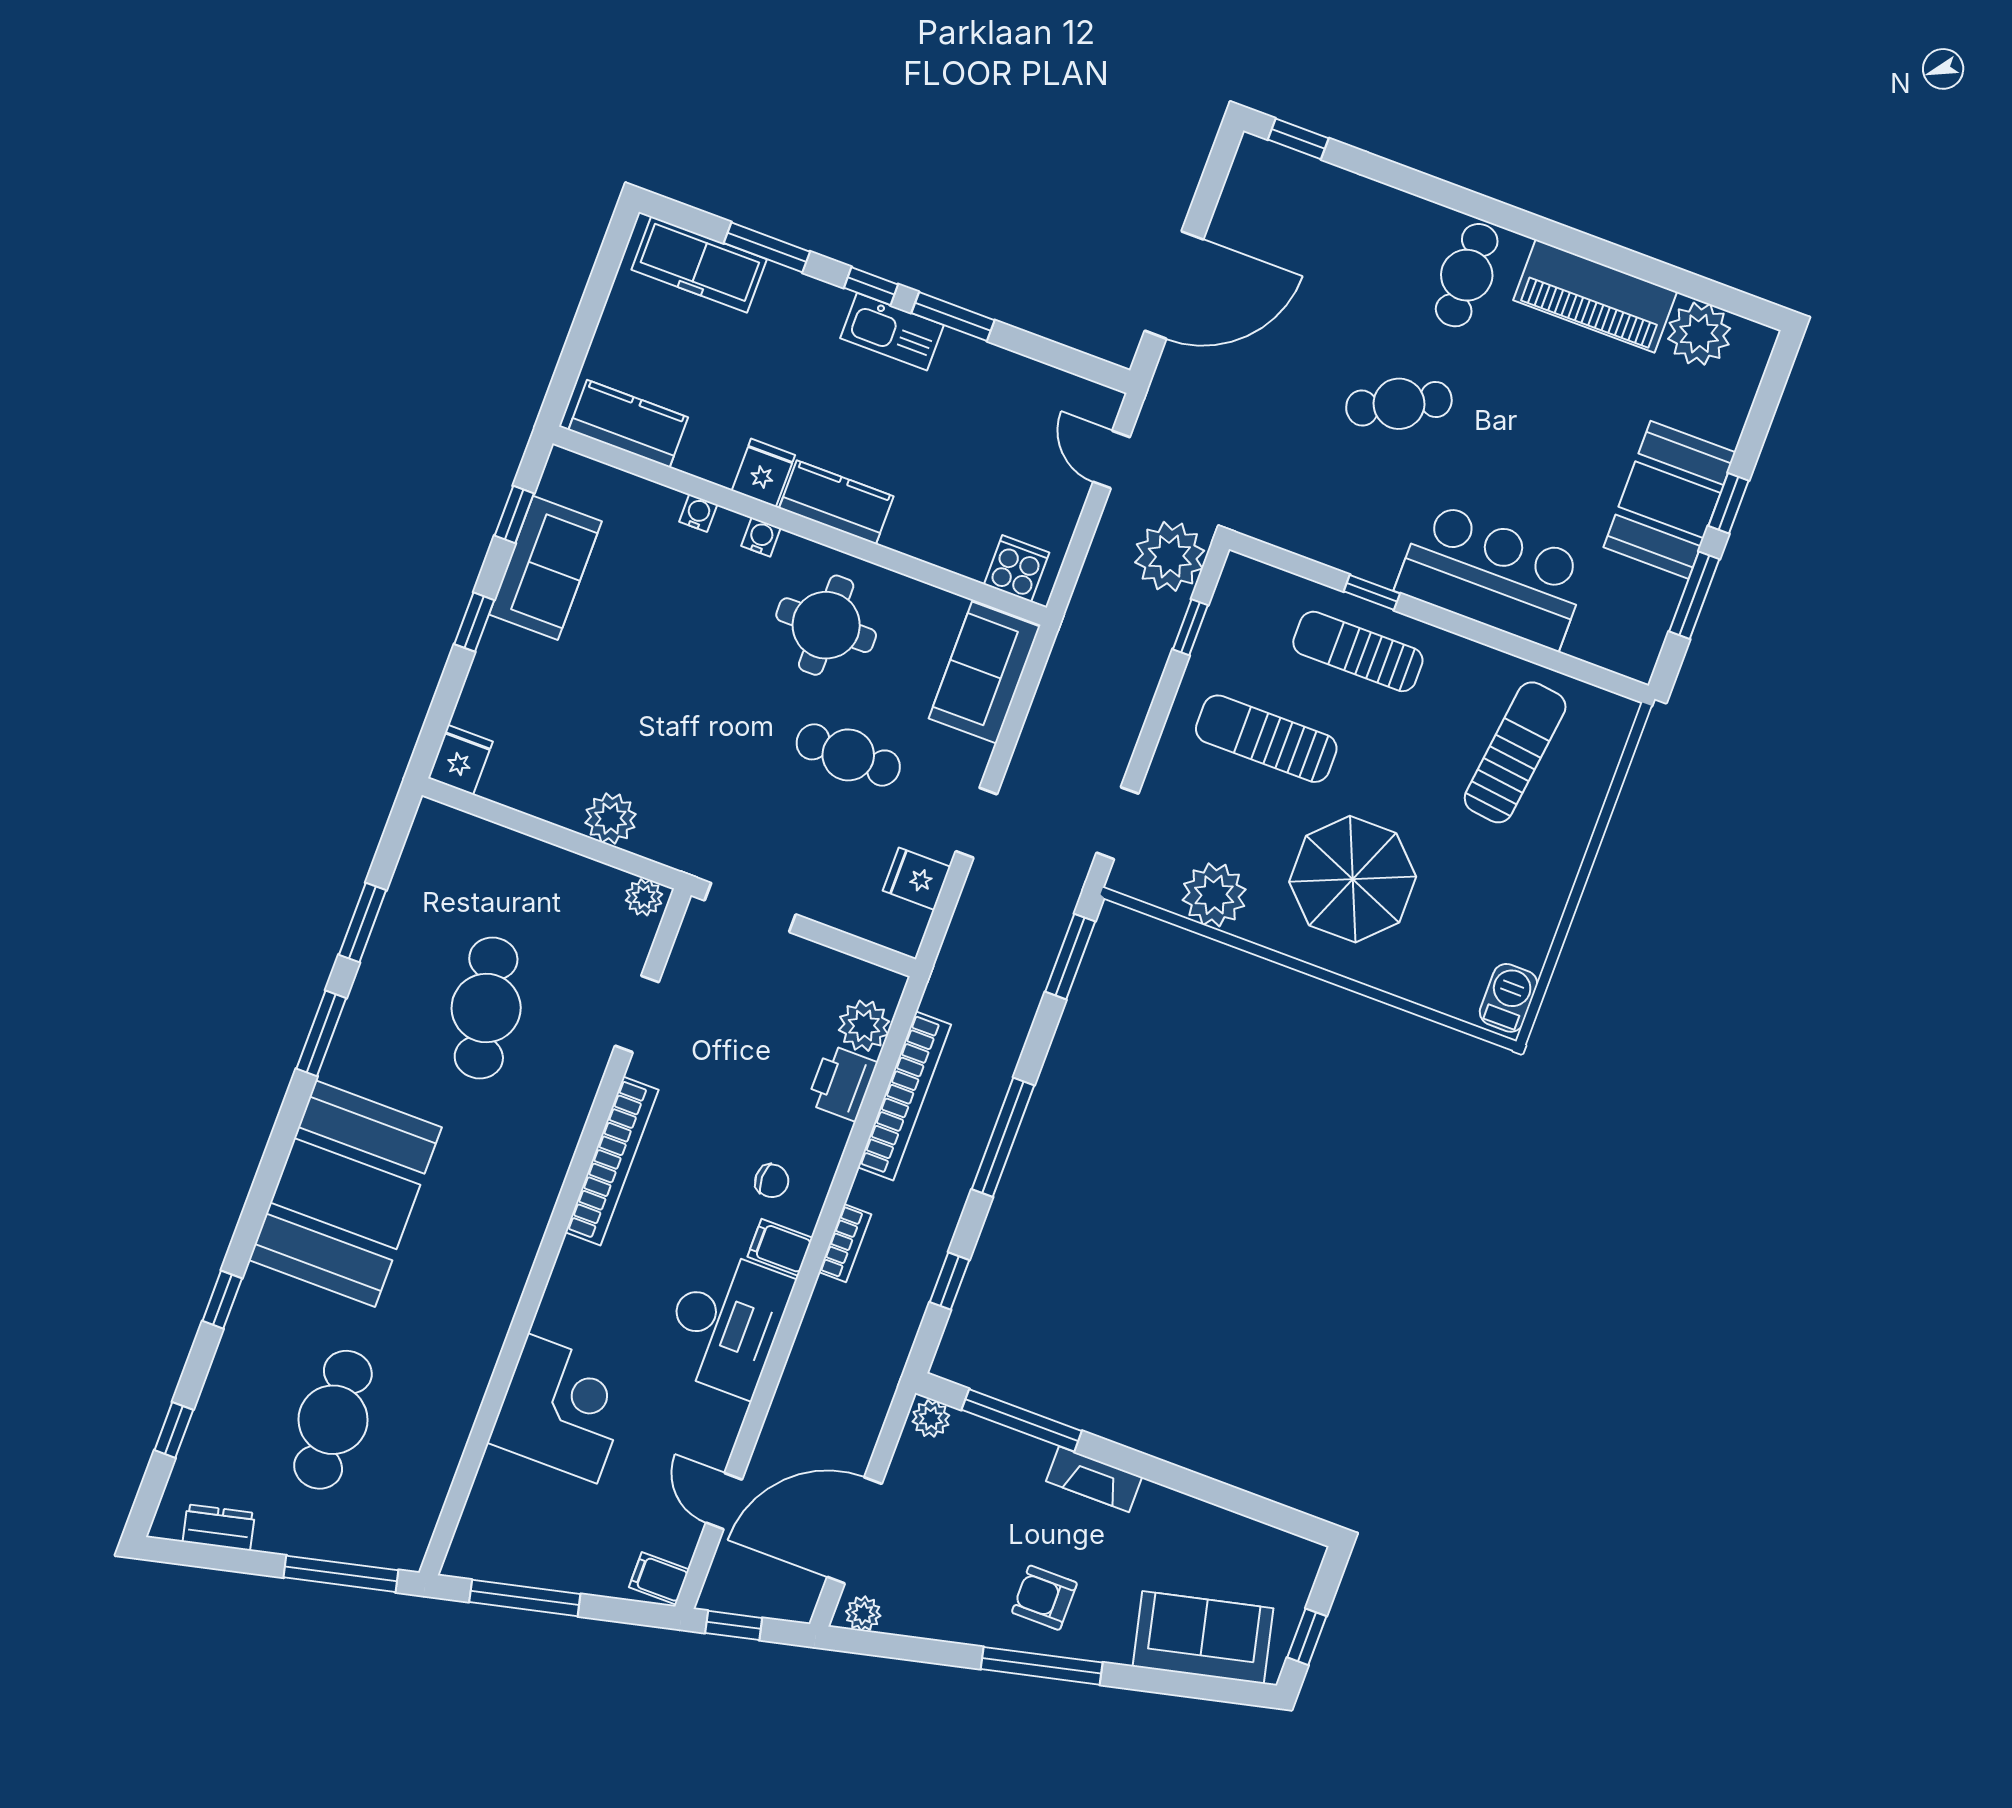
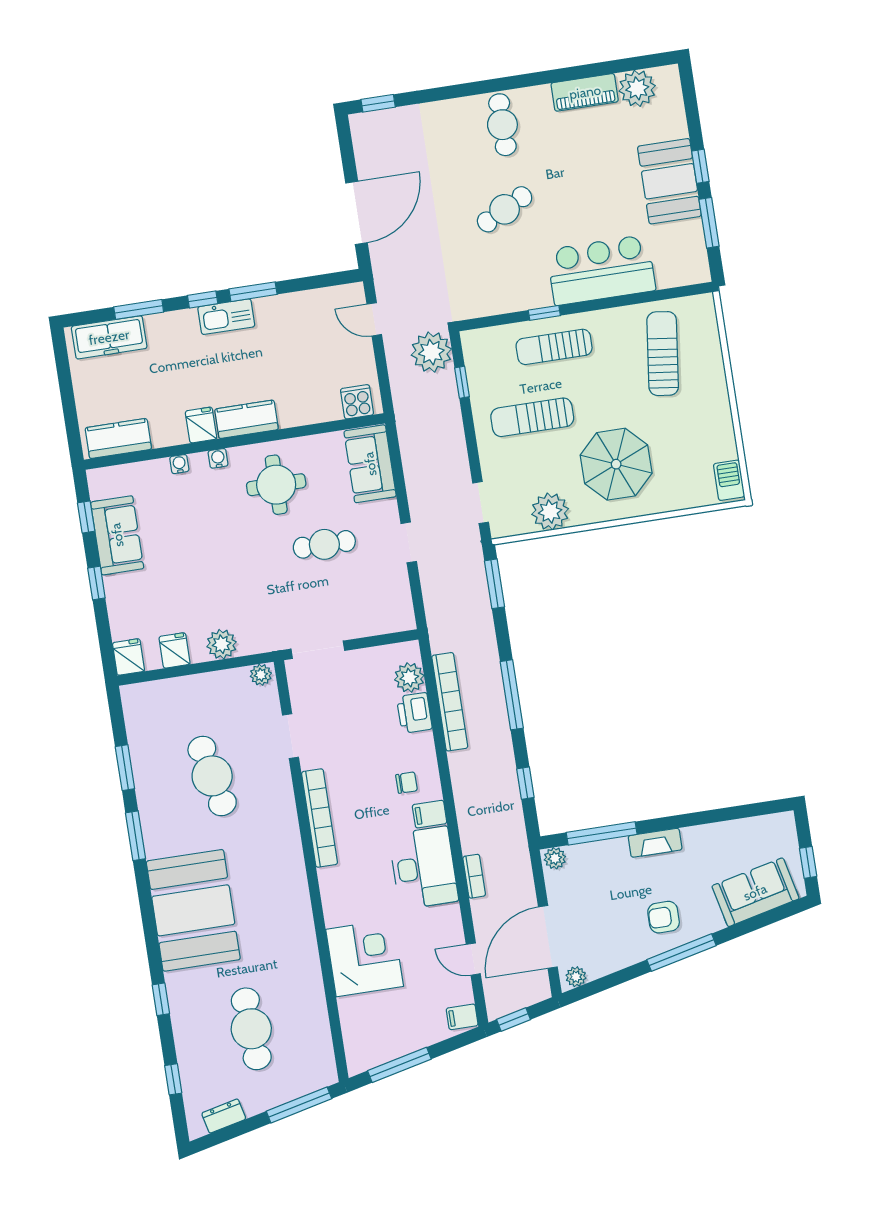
piano: (1595, 296) -> (585, 92), width x0.73, depth x0.75
fridge: (917, 879) -> (174, 650), moved, turned 90
bookcase: (845, 1243) -> (474, 876), moved

